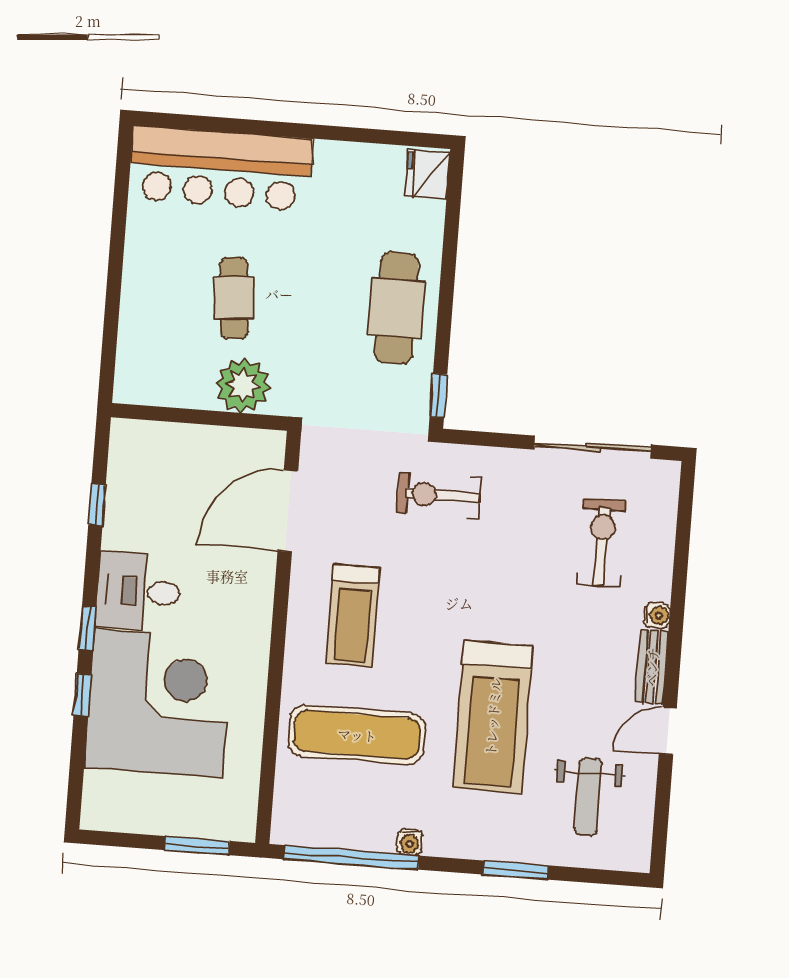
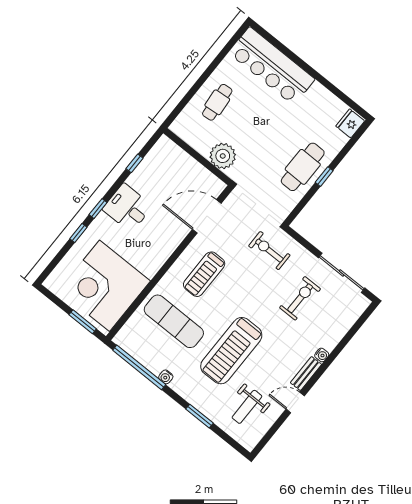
cafe table: (234, 298) -> (217, 102), moved
window: (438, 396) -> (324, 177), moved
exercise bike: (602, 543) -> (300, 298), moved
corner desk: (159, 703) -> (105, 286), moved, turned 180

